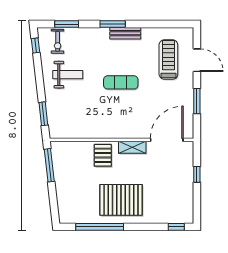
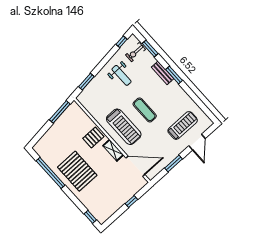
bench: (125, 33) -> (163, 73), moved
treadmill: (119, 117) -> (124, 127), added

